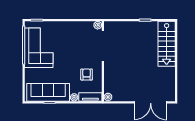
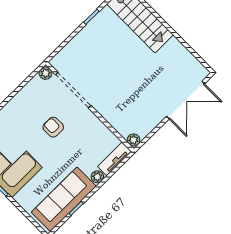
armchair: (87, 74) -> (53, 127), moved

